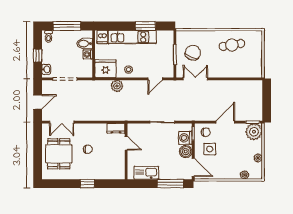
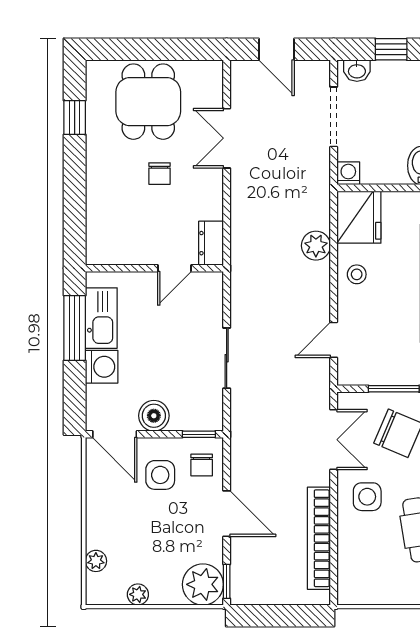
washing machine: (88, 54) -> (348, 173), moved
side table: (218, 65) -> (367, 497), added
door: (155, 79) -> (334, 340), hinge flipped
bookcase: (235, 85) -> (319, 538), added
double door: (62, 122) -> (227, 138), moved
washing machine: (185, 138) -> (102, 367), moved, turned 90
dining table: (59, 154) -> (148, 102), turned 90
door: (193, 167) -> (115, 434), hinge flipped
window: (87, 184) -> (75, 118), moved
window: (170, 184) -> (75, 328), moved

